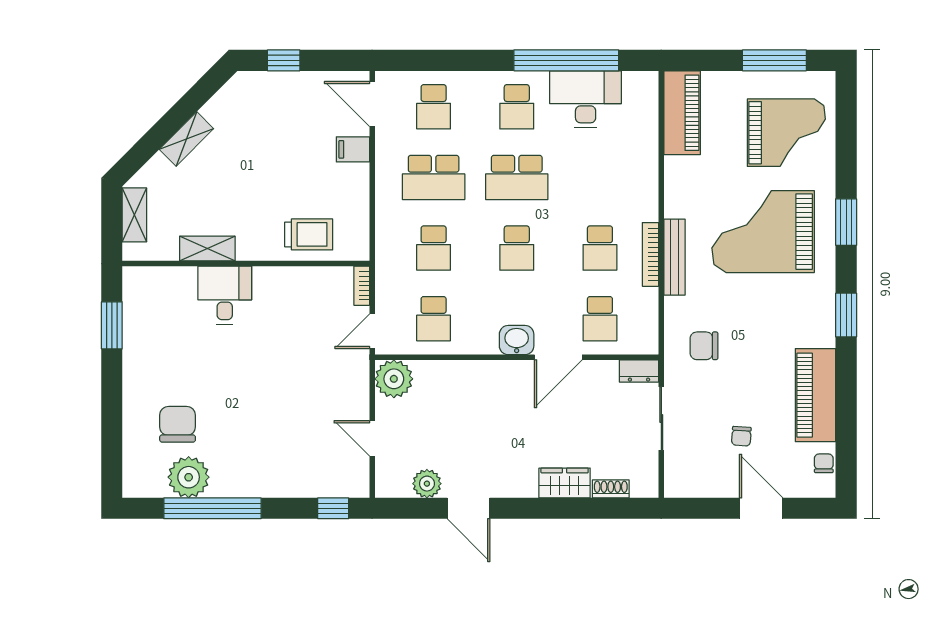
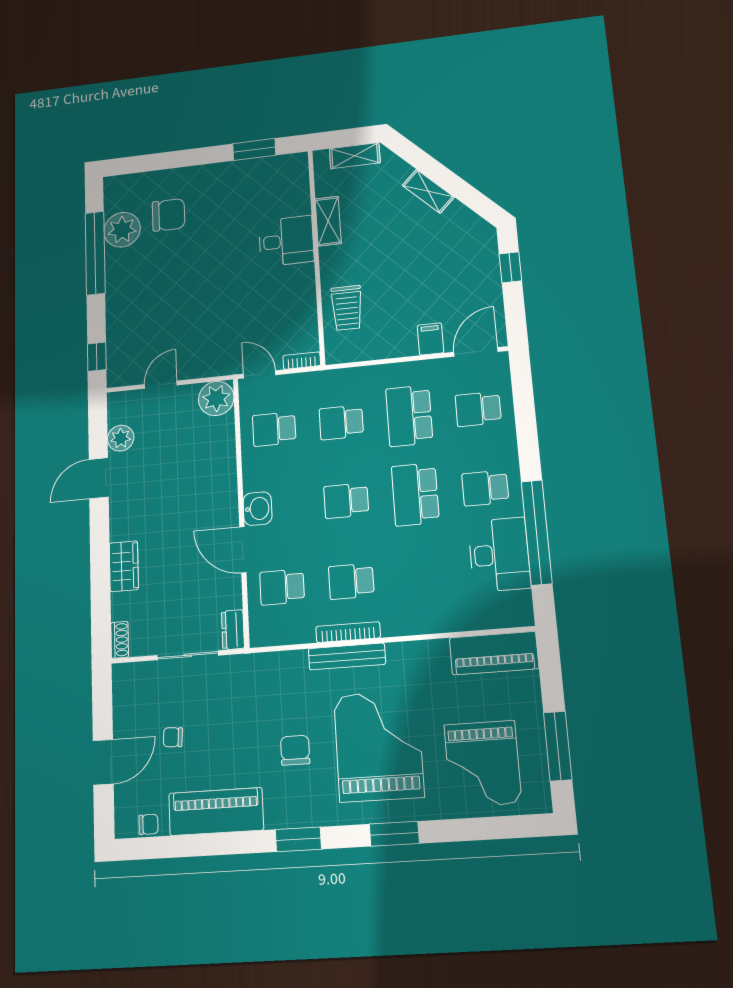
chair: (704, 346) -> (295, 750), moved
shoe rack: (611, 489) -> (120, 640), moved

